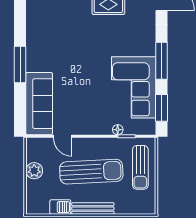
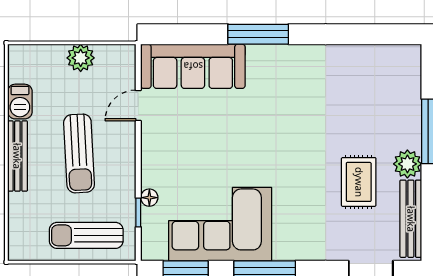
sun lounger: (91, 172) -> (79, 153), width x0.73, depth x0.75

